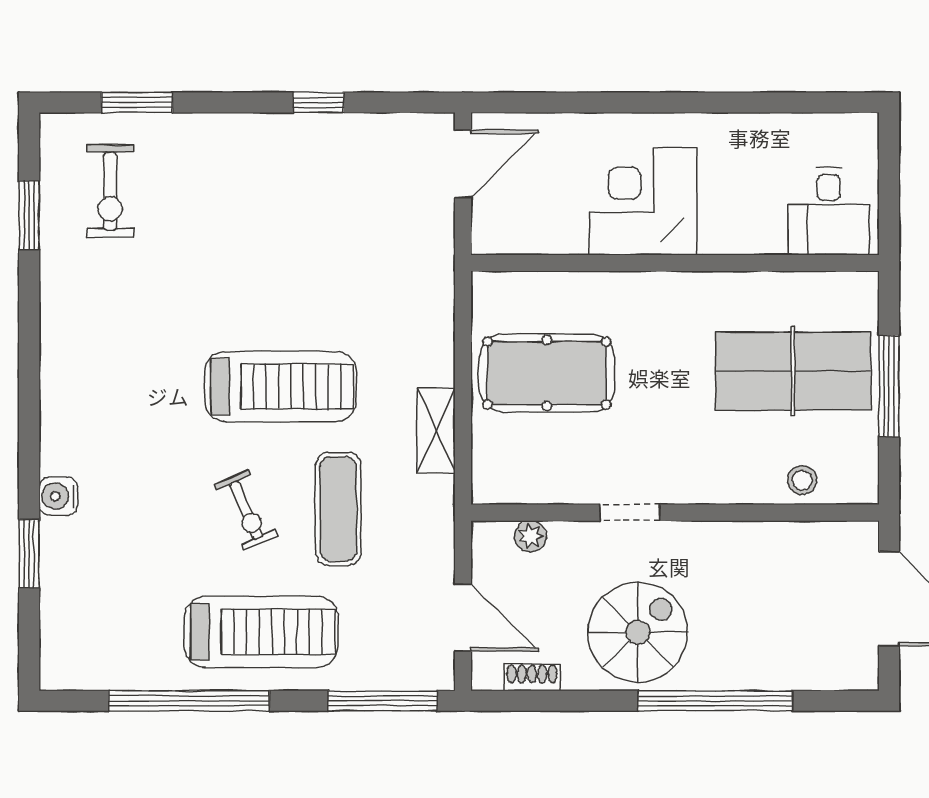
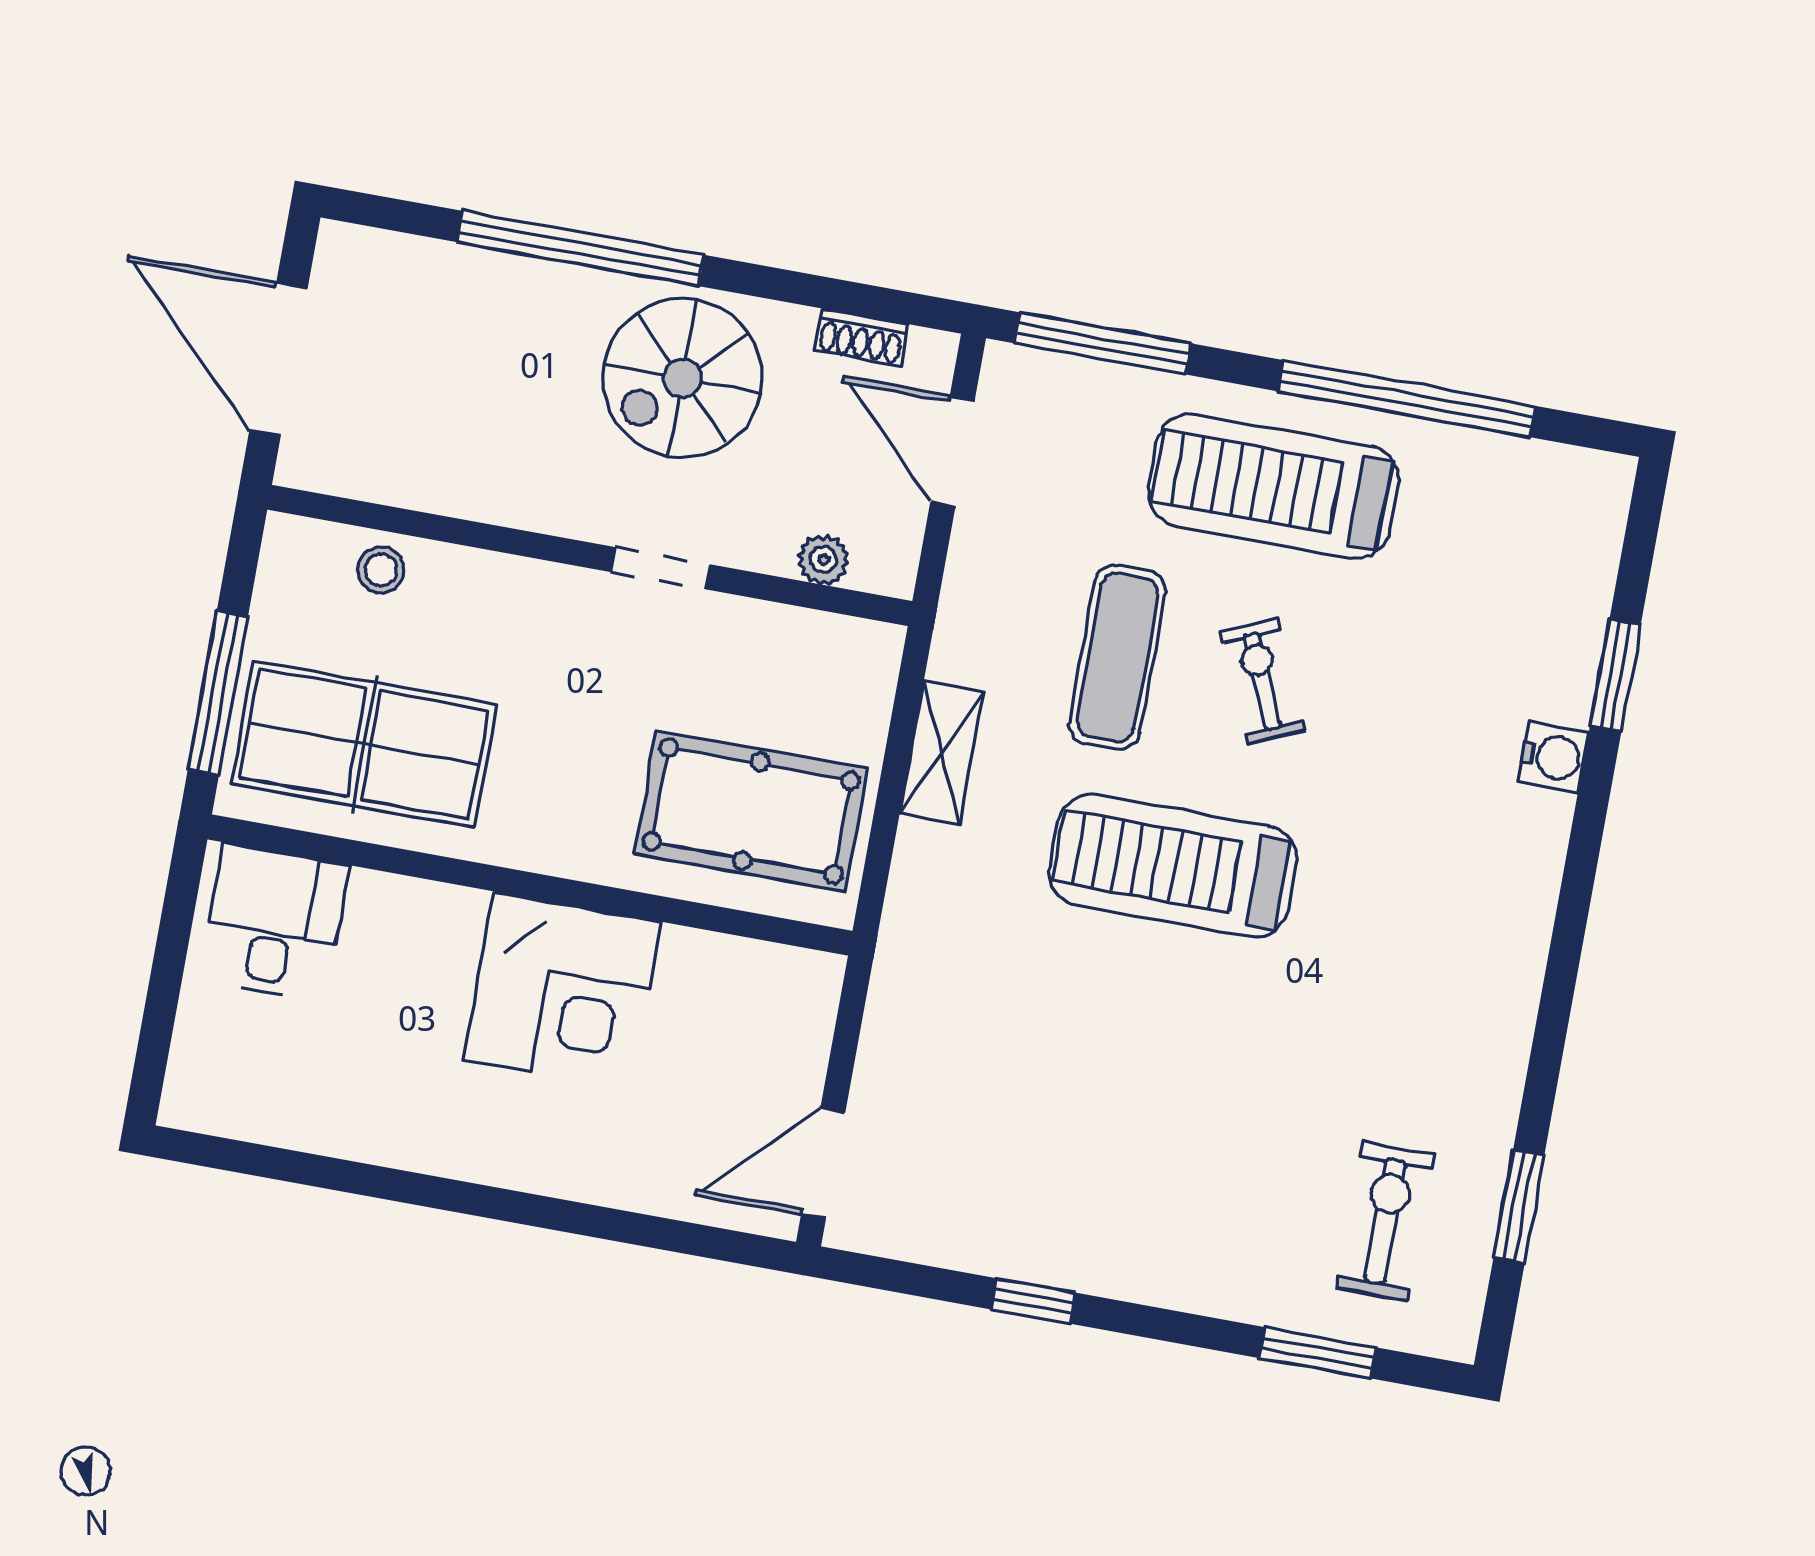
corner desk: (643, 201) -> (563, 991), moved
desk: (829, 211) -> (274, 922), moved
wall: (675, 263) -> (530, 885), moved

